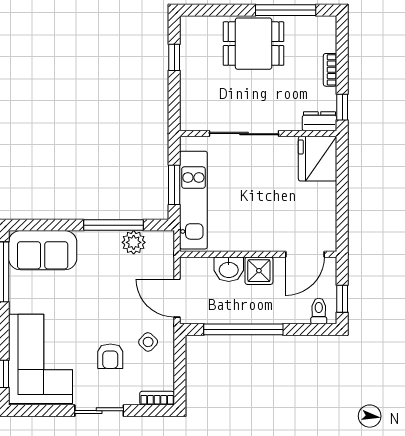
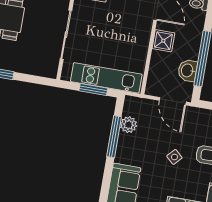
washbasin: (229, 269) -> (188, 71), moved, turned 180
door: (177, 298) -> (173, 101), hinge flipped
side table: (148, 342) -> (174, 157), moved

